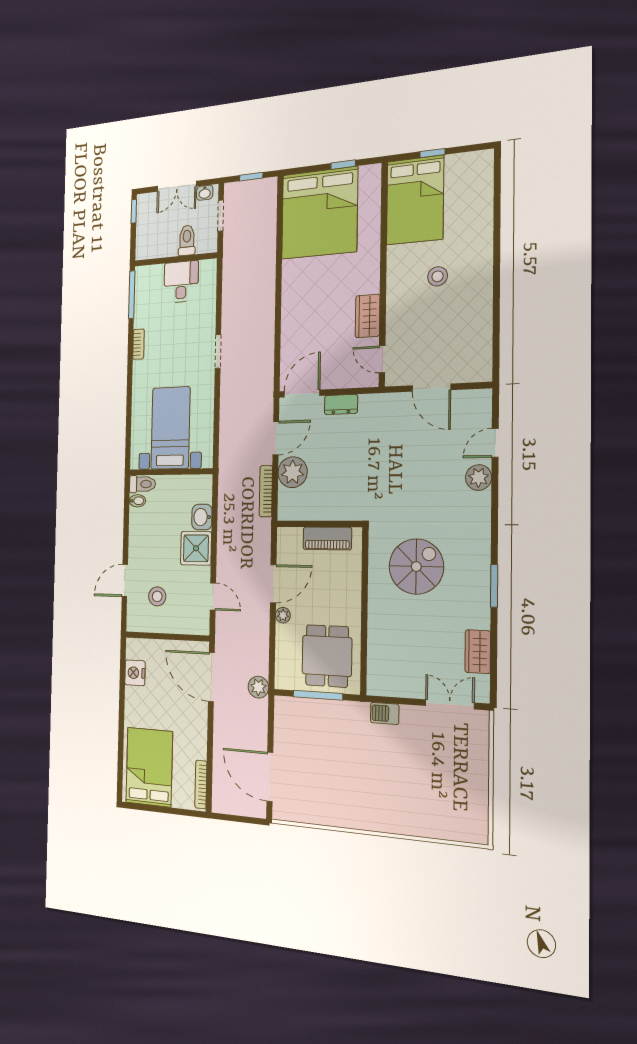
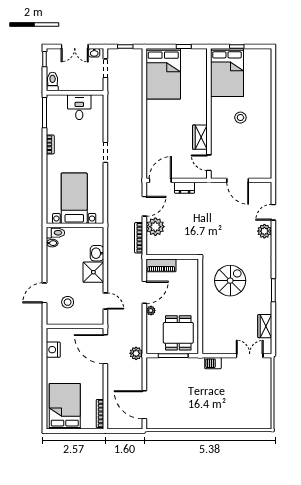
bed: (319, 213) -> (163, 74), width x0.73
toilet: (187, 240) -> (53, 81), moved
piano: (327, 538) -> (161, 265), moved

